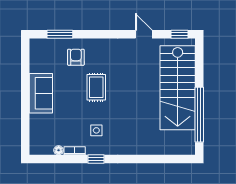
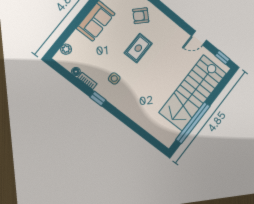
door: (144, 34) -> (199, 38), swing flipped
armchair: (76, 57) -> (141, 16), turned -136
plant: (35, 138) -> (66, 49), added

